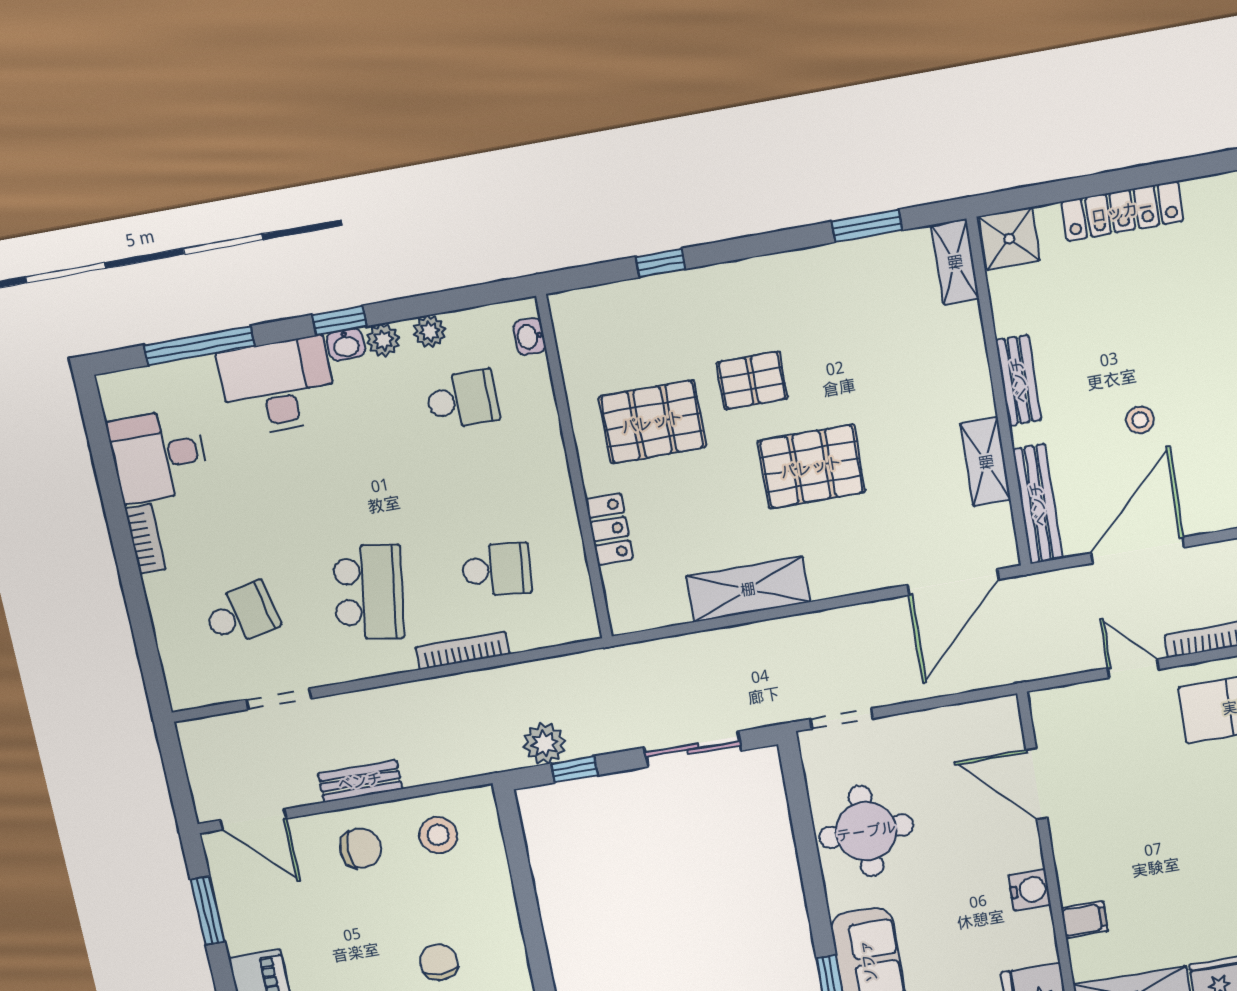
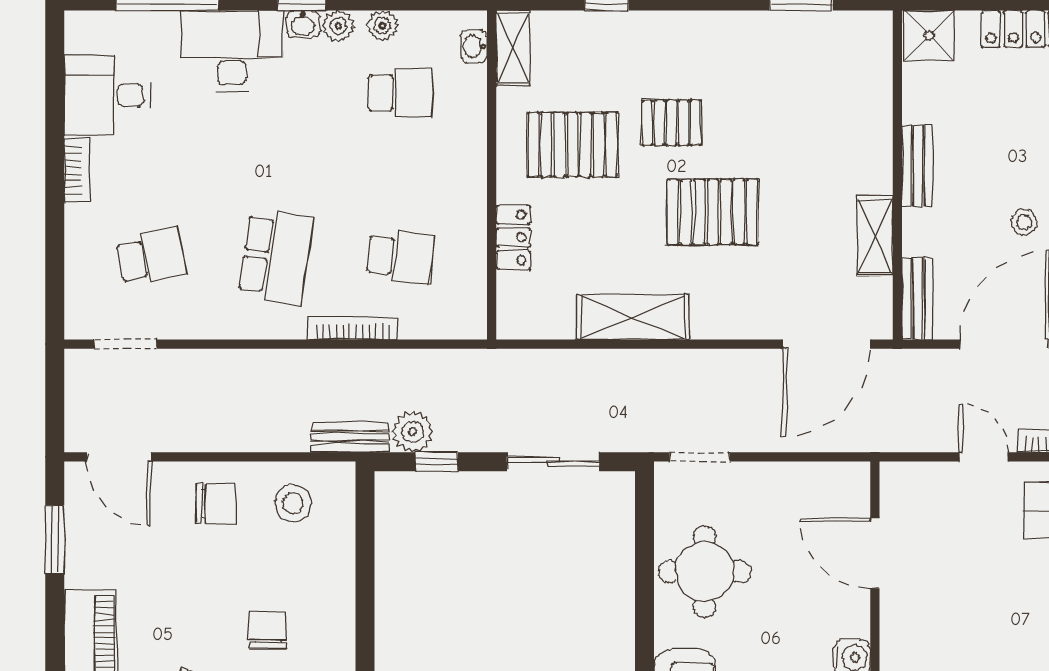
shelving: (955, 262) -> (513, 48), moved
bench: (1038, 504) -> (917, 299), width x0.73
doorway: (279, 699) -> (125, 344), moved
bench: (360, 781) -> (350, 437), moved

